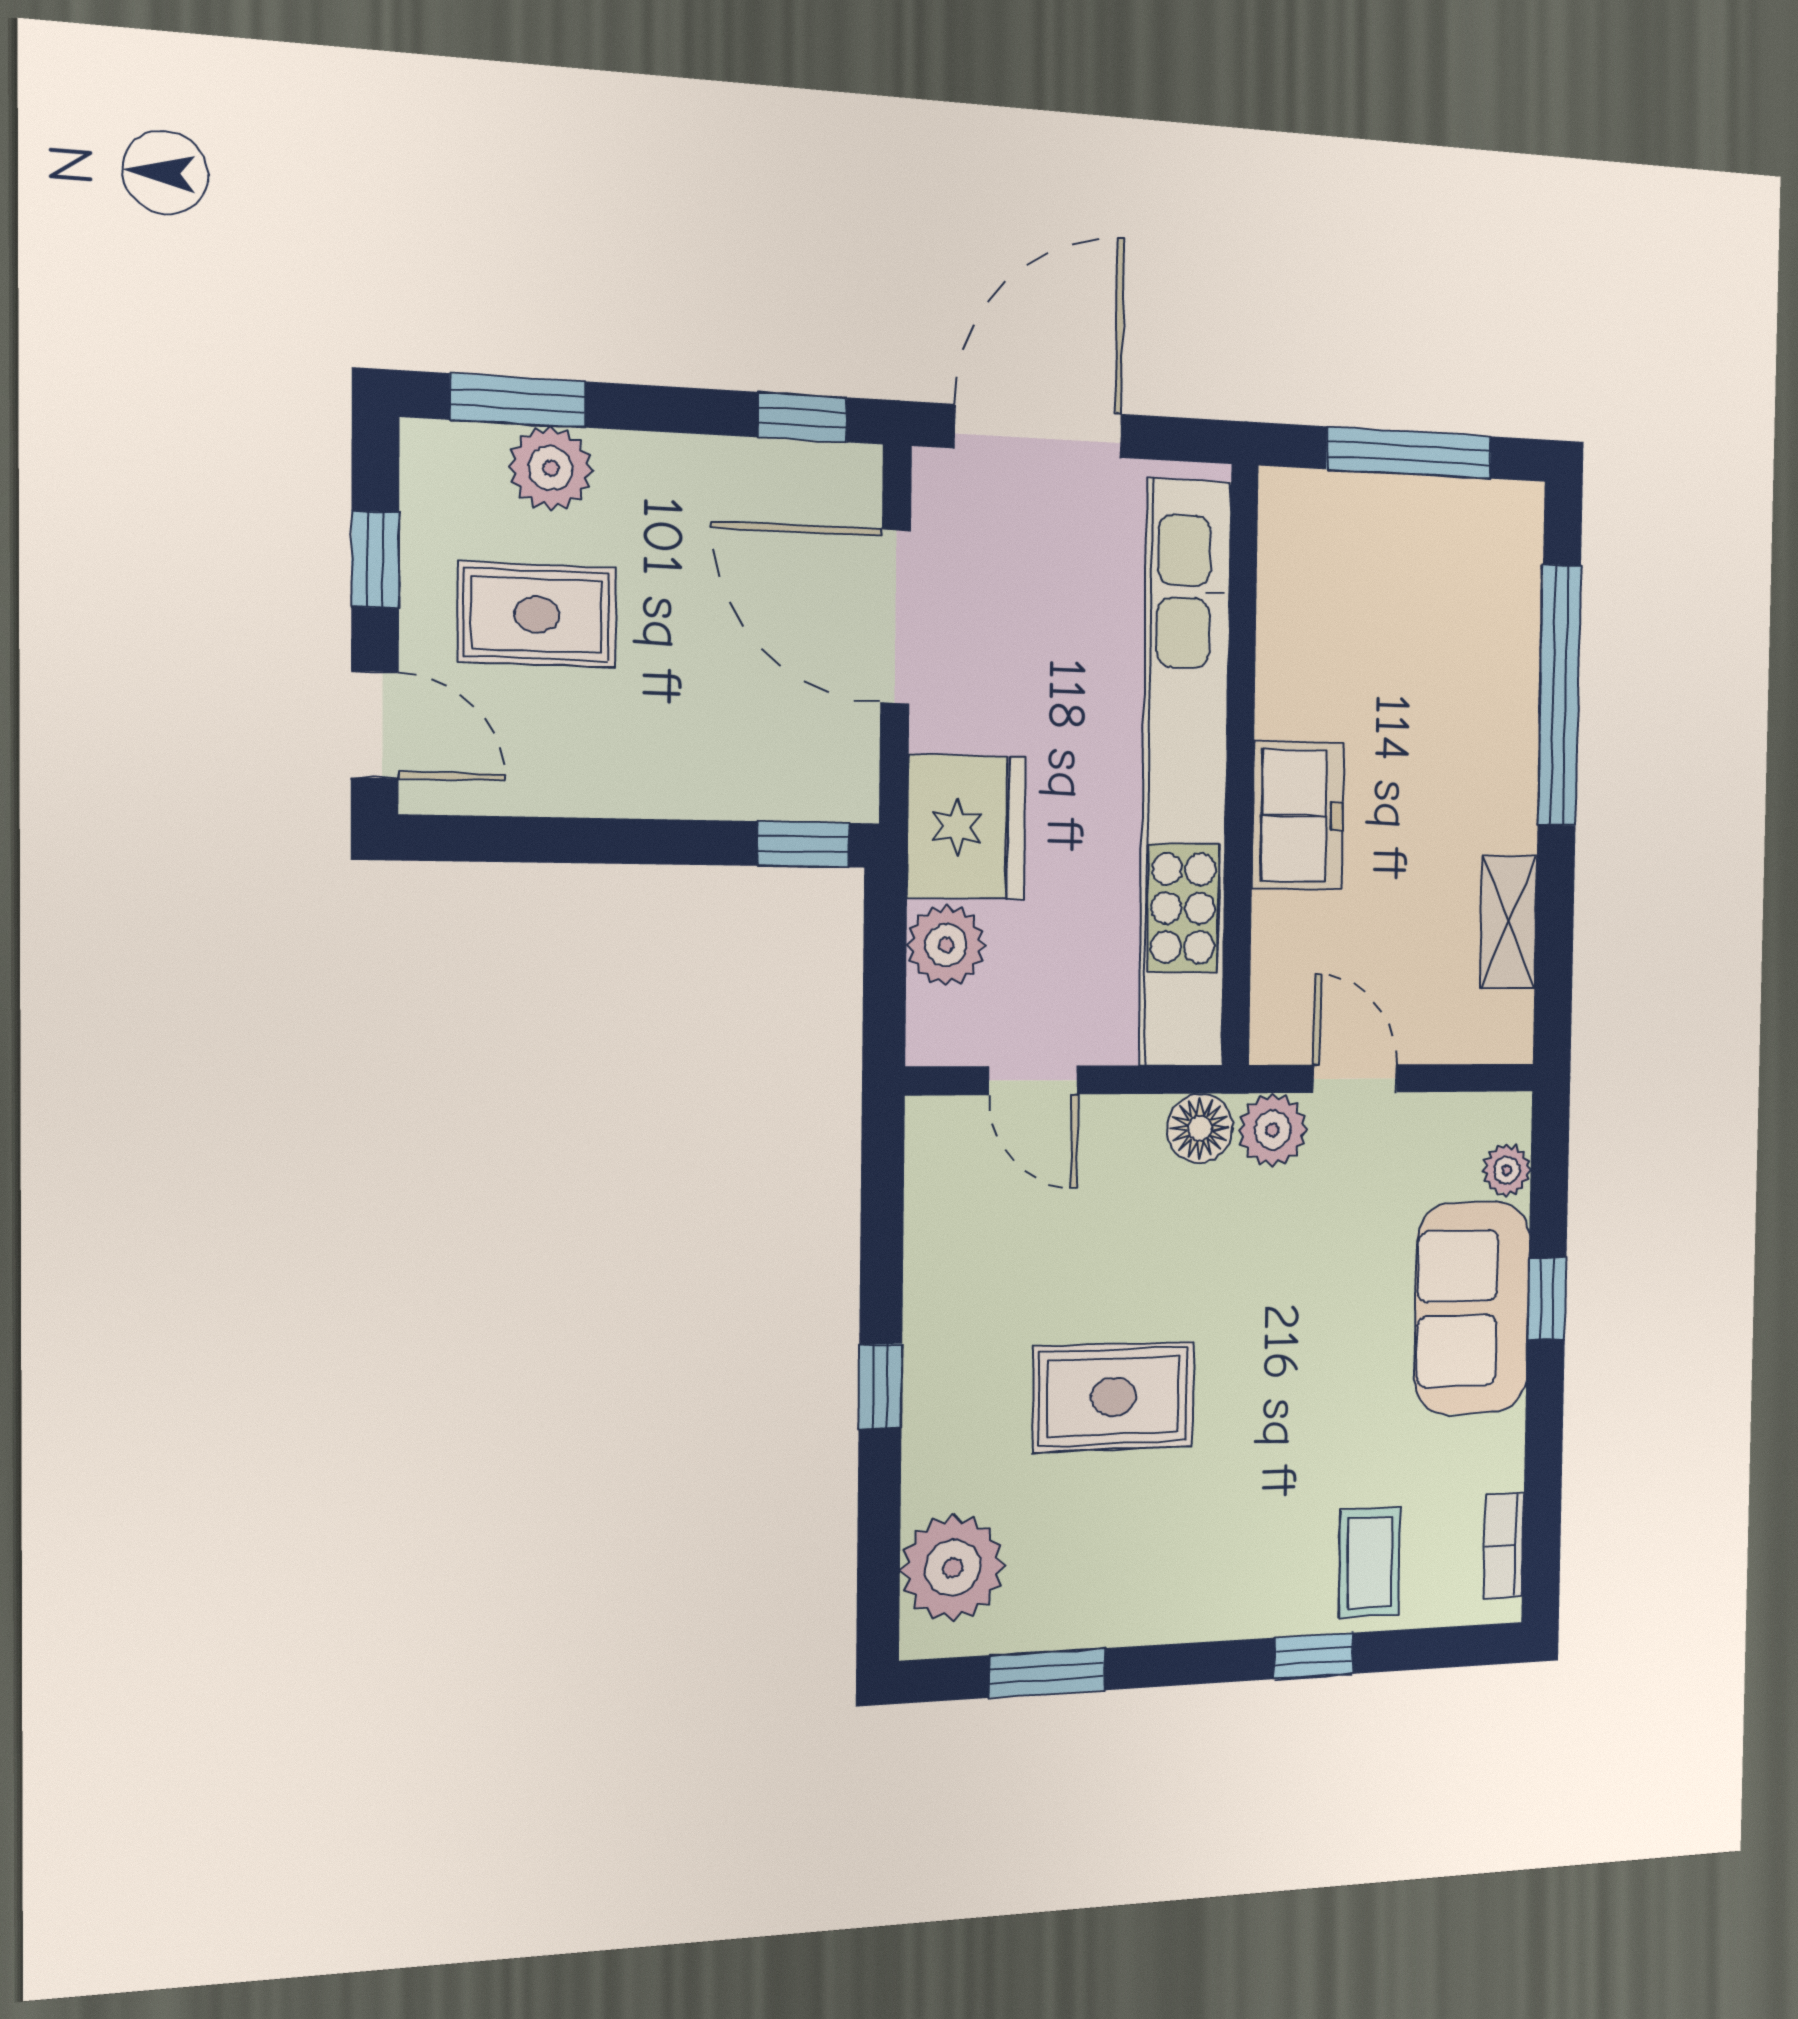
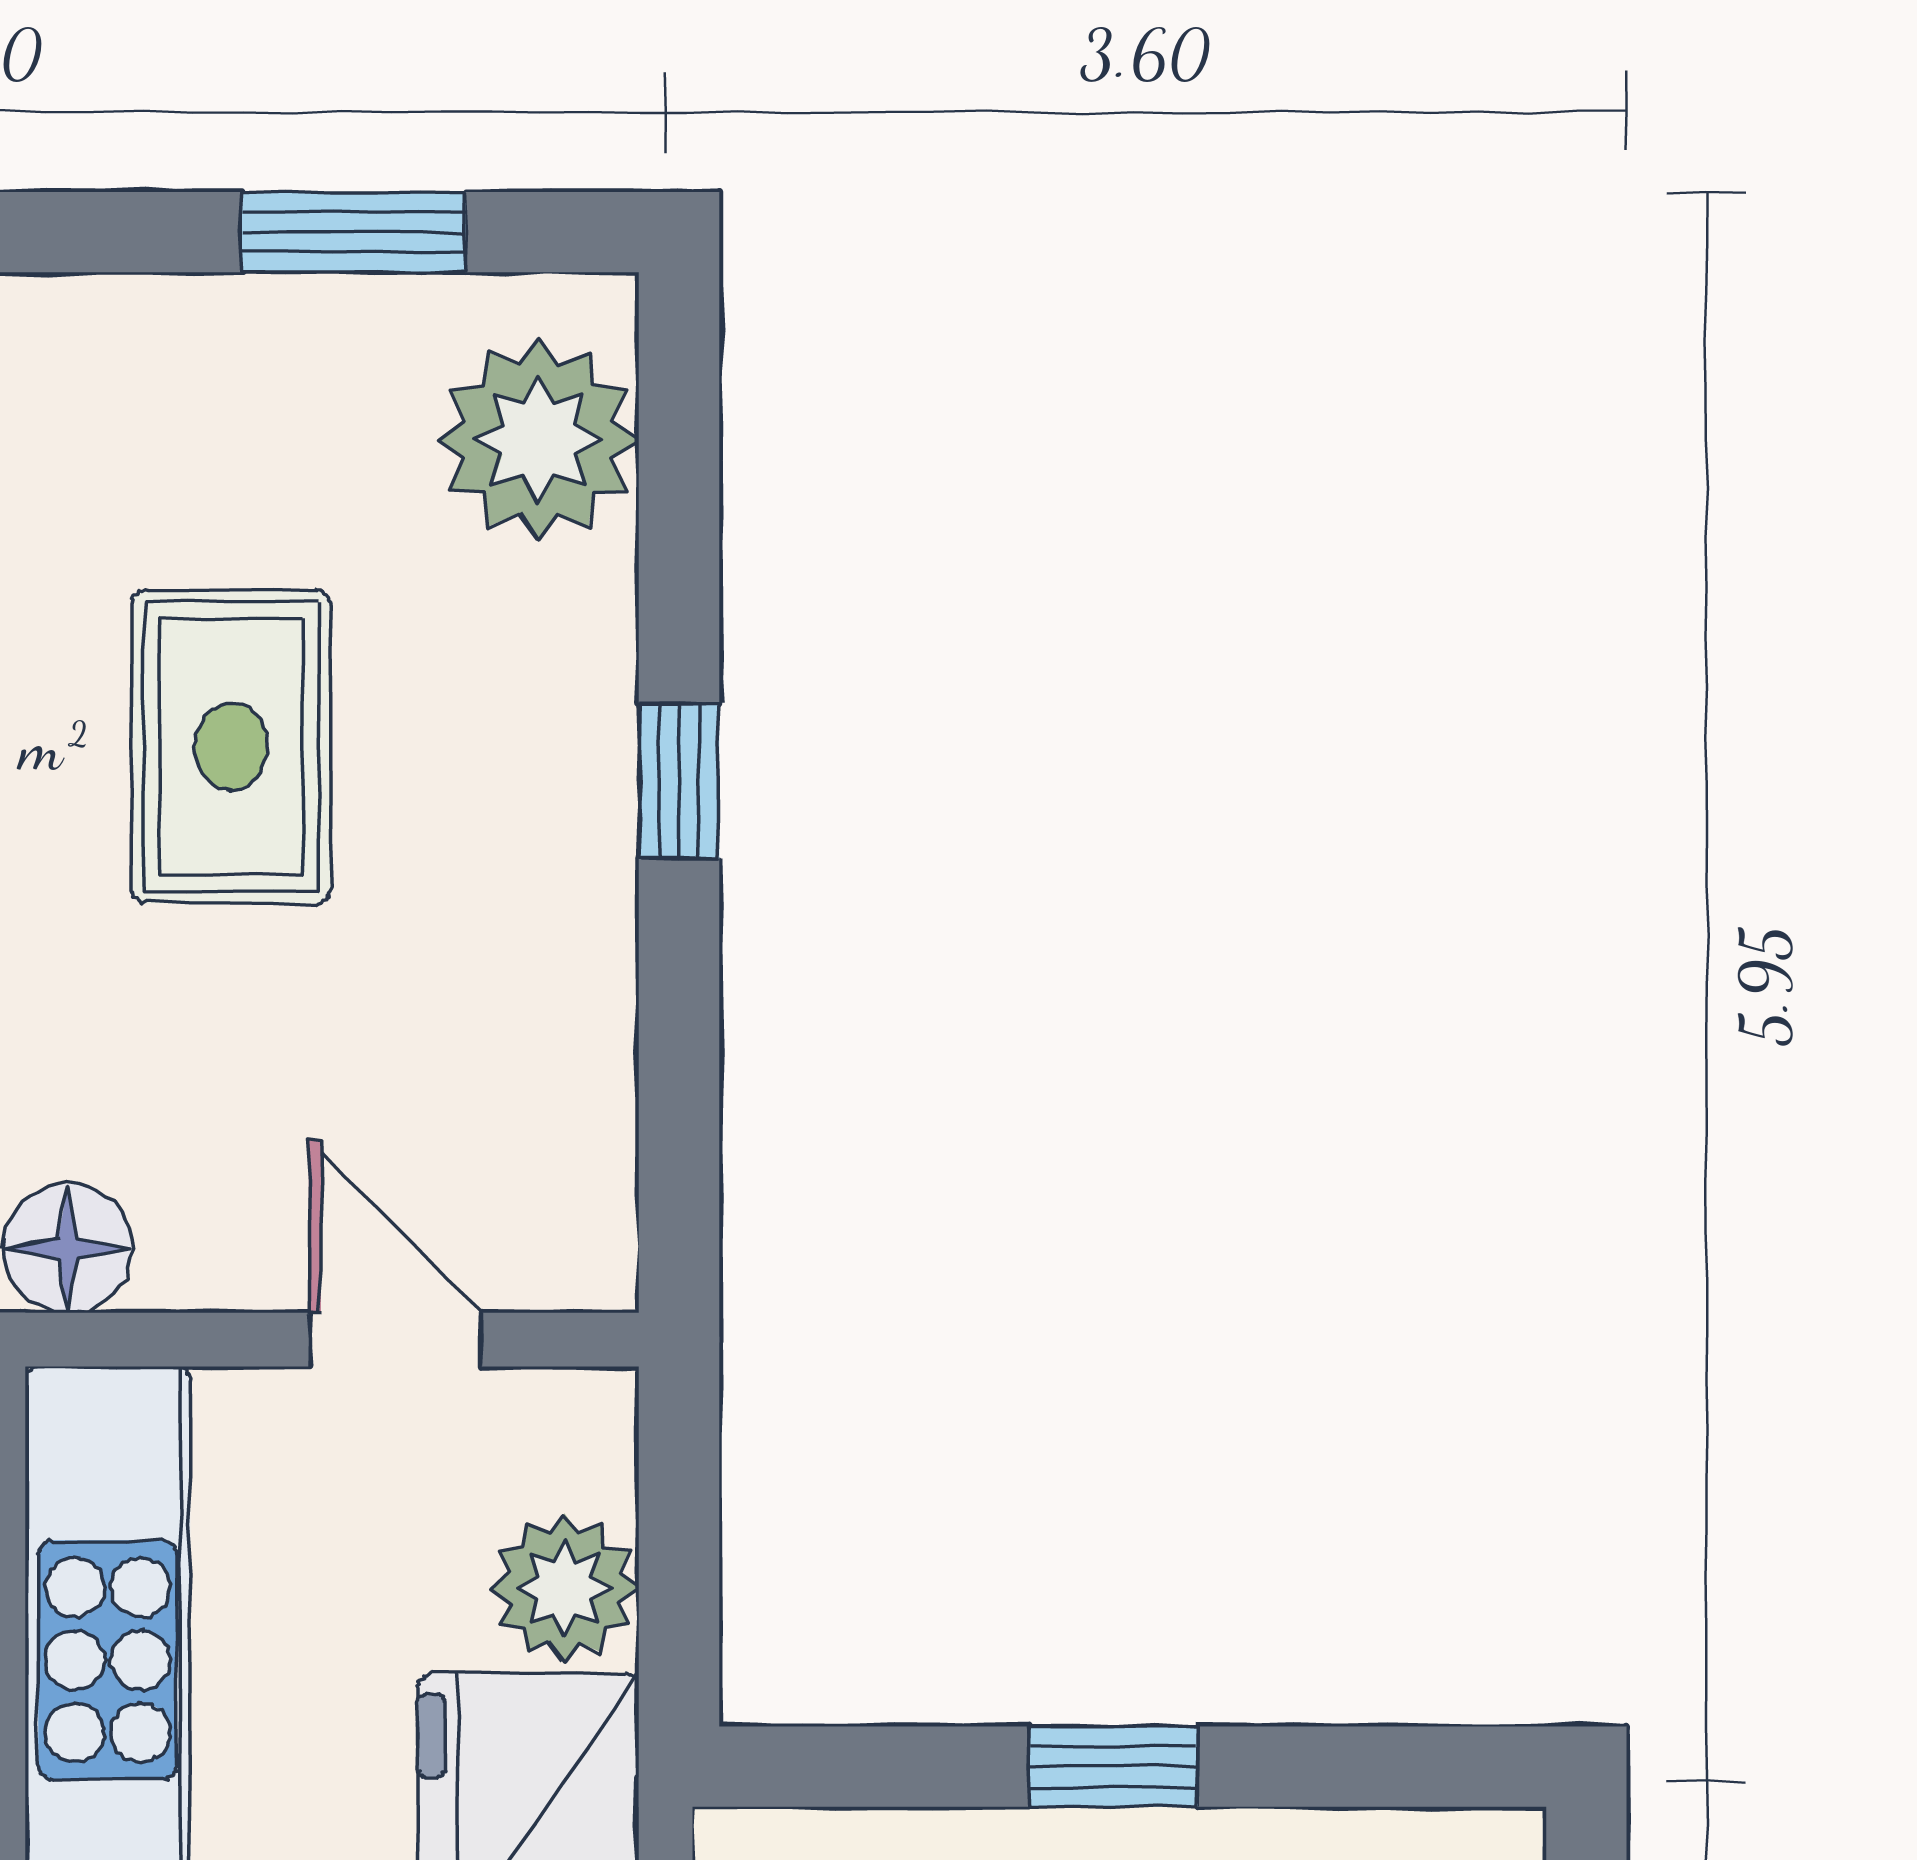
window: (803, 844) -> (1114, 1767), moved
rug: (1113, 1397) -> (231, 747), turned 90

